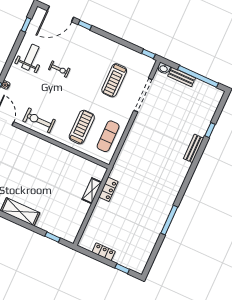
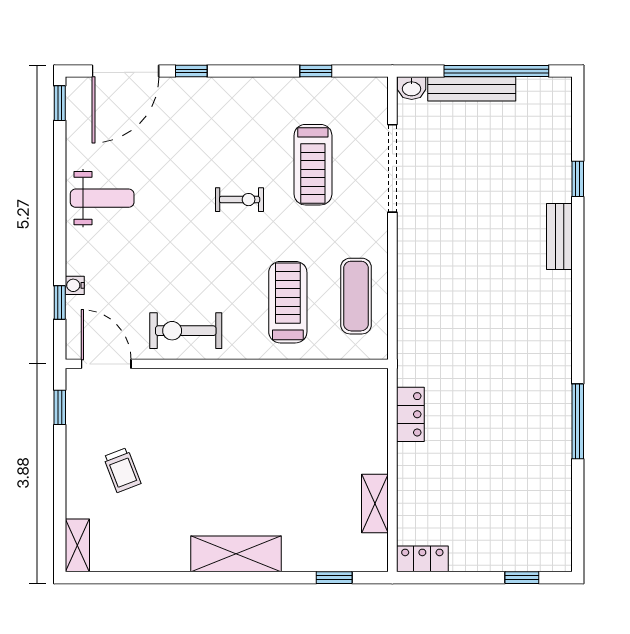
window: (26, 25) -> (60, 103), moved
window: (148, 54) -> (316, 71), moved
weight bench: (30, 57) -> (102, 198), turned 90
exercise bike: (59, 69) -> (240, 200), moved
bench: (182, 77) -> (472, 89), width x1.36
shelving: (92, 191) -> (375, 504), moved
locker: (104, 252) -> (422, 559), moved

